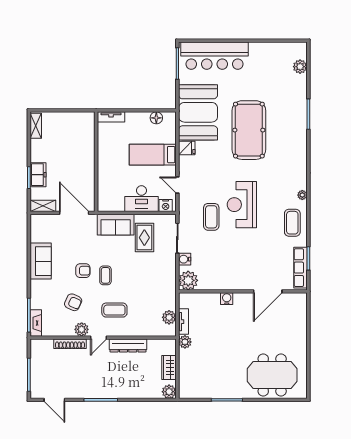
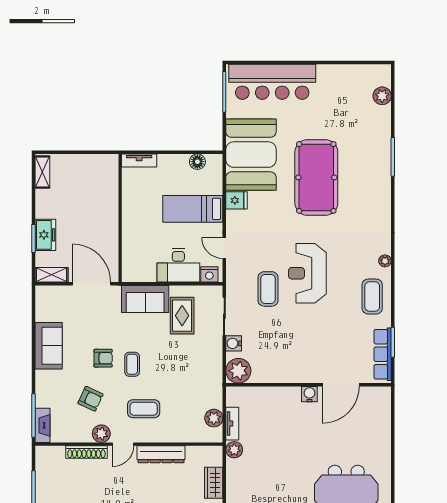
water cooler: (227, 299) -> (309, 394), moved

